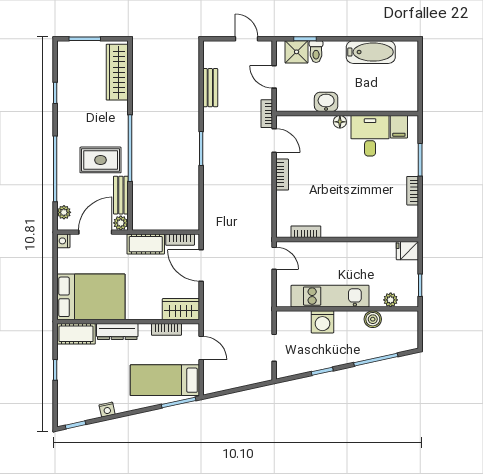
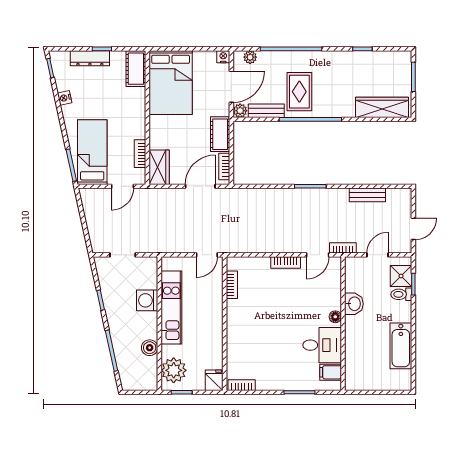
bookcase: (413, 191) -> (242, 385), moved
door: (95, 232) -> (231, 87), hinge flipped
plant: (391, 300) -> (174, 370), width x1.87, depth x1.87
dresser: (117, 332) -> (90, 58), moved, turned -90

